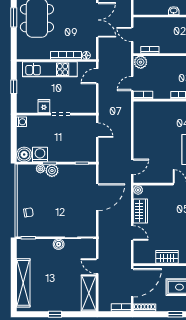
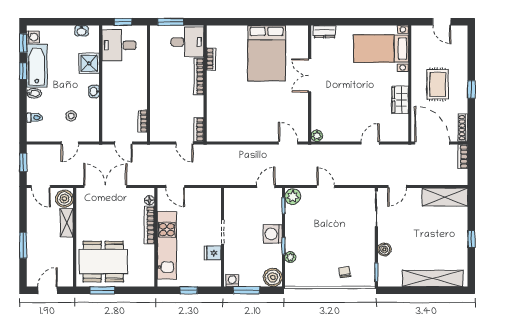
door: (132, 34) -> (124, 143), hinge flipped
plant: (141, 62) -> (158, 133), removed
door: (97, 130) -> (266, 187), moved
window: (14, 133) -> (246, 290), added
washing machine: (40, 155) -> (273, 234), moved
plant: (52, 171) -> (293, 197), moved
door: (97, 197) -> (326, 187), width x0.53
wardrobe: (140, 211) -> (343, 133), removed
boiler: (59, 244) -> (384, 249), moved
door: (97, 266) -> (397, 187), moved

